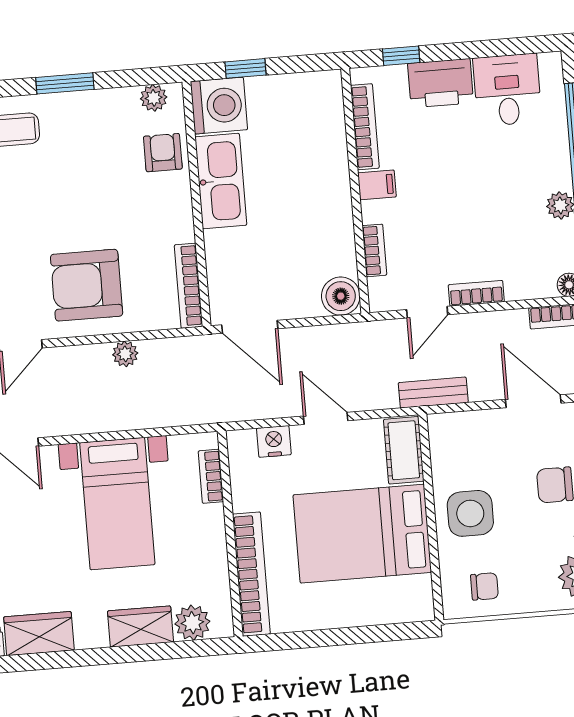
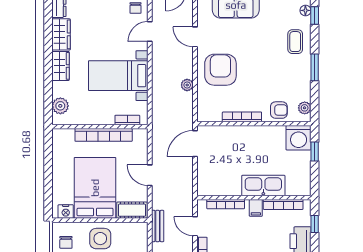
kitchen sink: (221, 181) -> (263, 185), moved, turned 180
bookcase: (374, 250) -> (226, 204), width x1.56
bookcase: (189, 286) -> (242, 117), moved
boiler: (341, 296) -> (206, 187), removed
door: (326, 418) -> (150, 175), swing flipped
nightstand: (274, 441) -> (66, 212), moved, turned 90
bookcase: (251, 574) -> (104, 135), moved
wardrobe: (140, 626) -> (60, 66), moved

